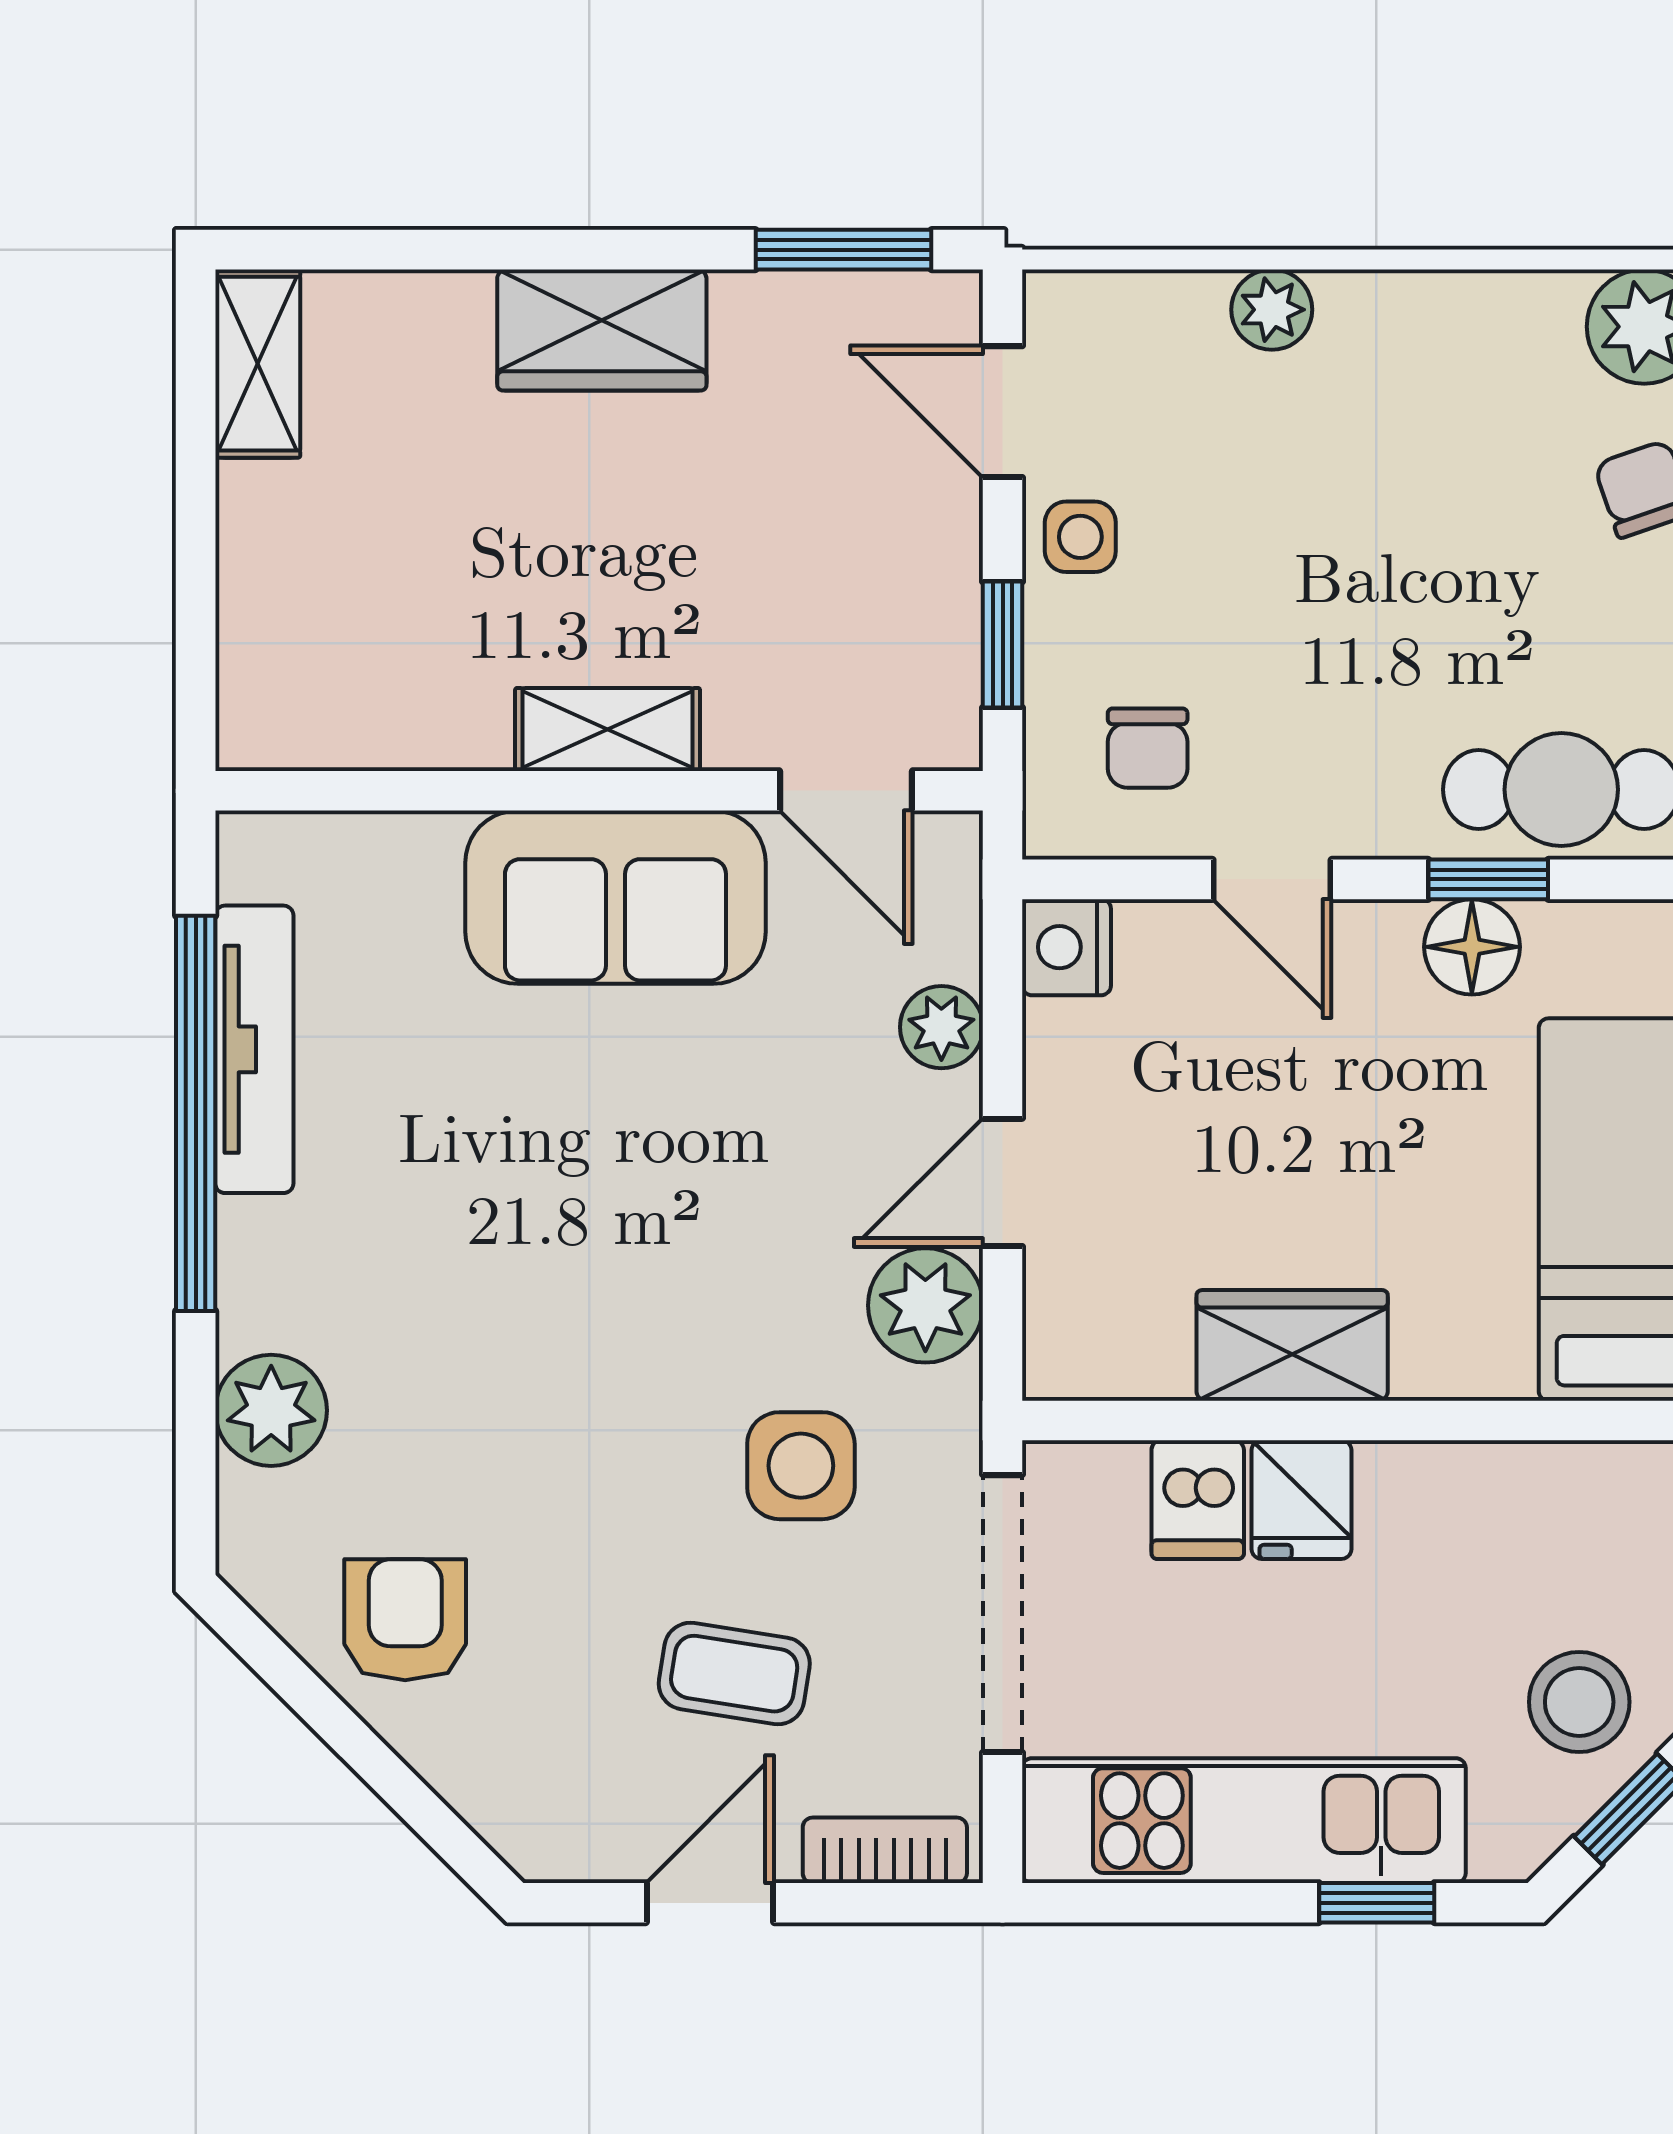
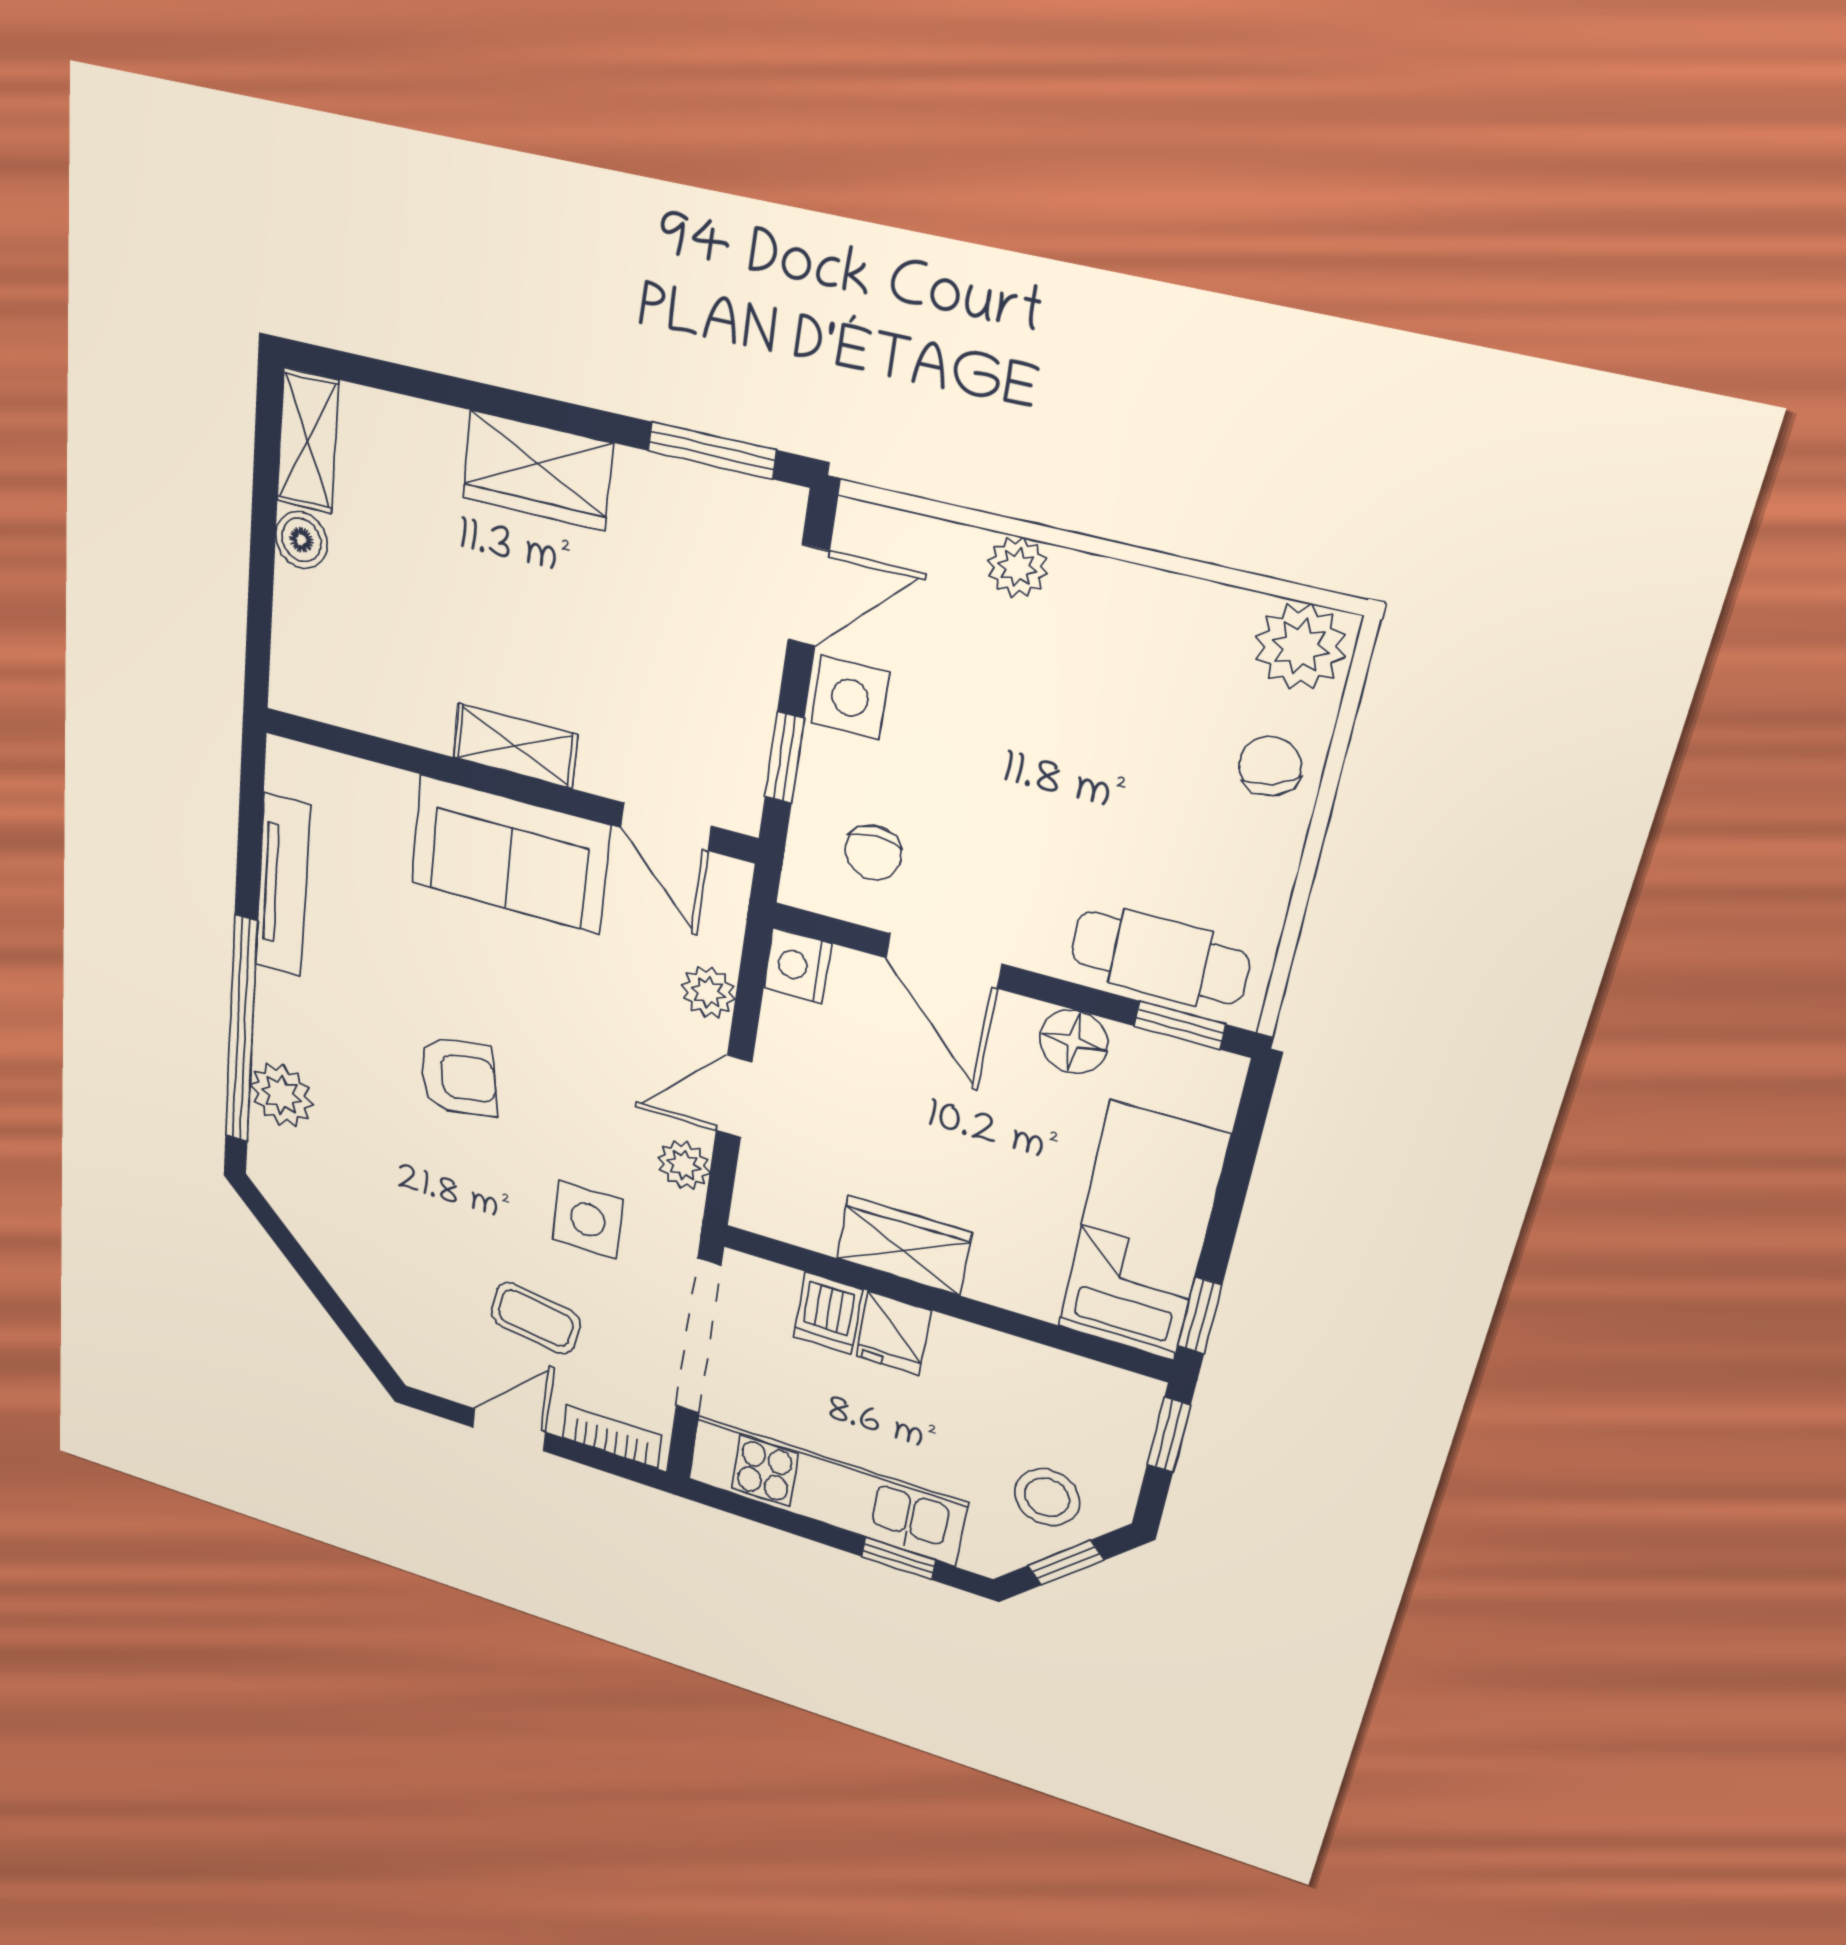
door: (1003, 412) -> (809, 596), swing flipped
boiler: (256, 506) -> (301, 540), added
side table: (1080, 537) -> (850, 698), width x1.37, depth x1.37
door: (1272, 879) -> (944, 961), width x1.38
window: (1488, 879) -> (1180, 1025), moved
window: (196, 1113) -> (241, 1030), moved
plant: (925, 1305) -> (684, 1165), width x0.73, depth x0.73
armchair: (405, 1620) -> (458, 1077), moved, turned 80

